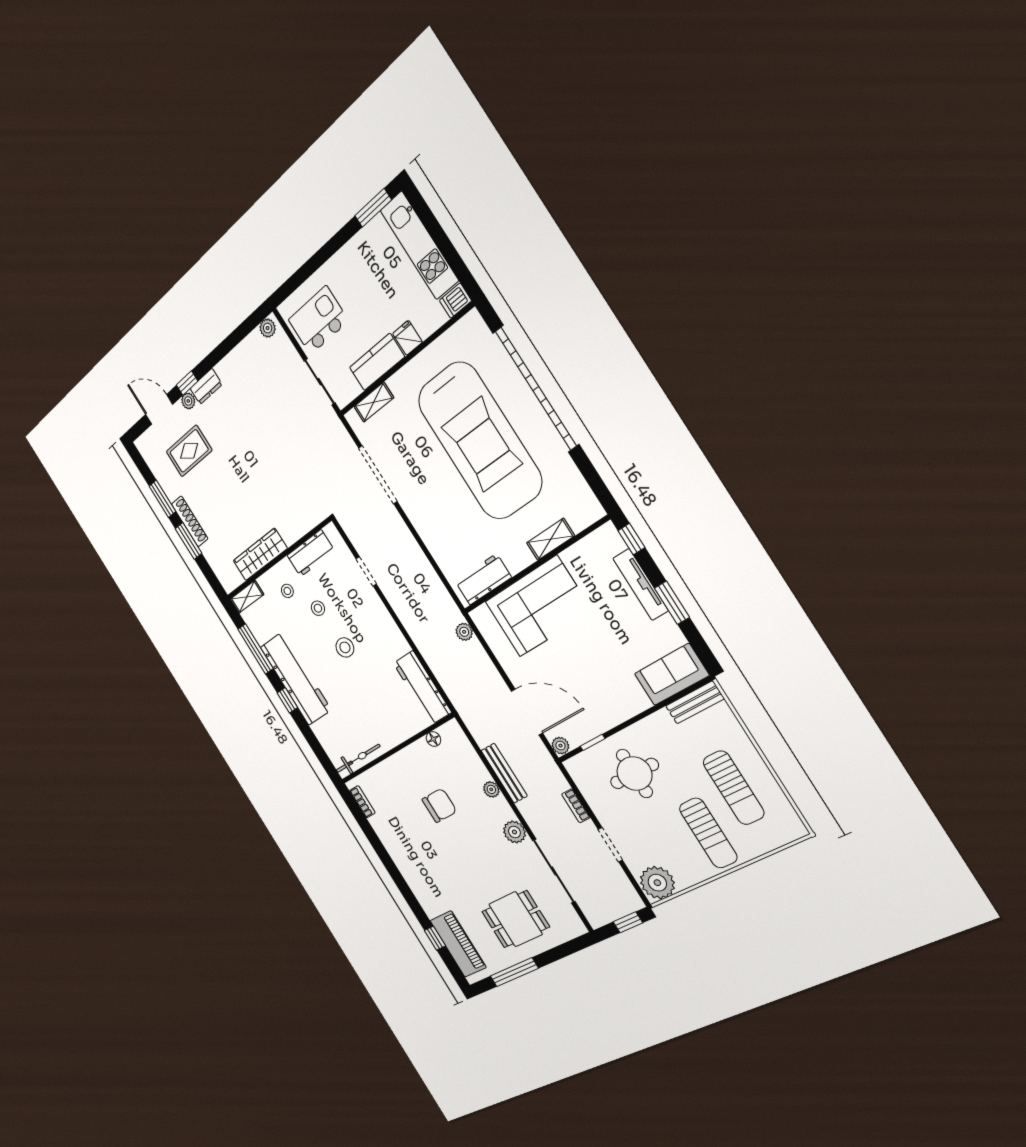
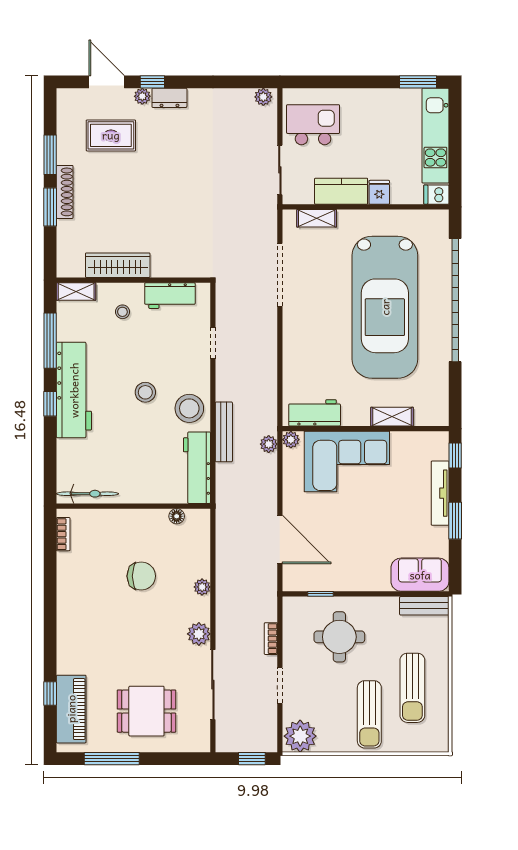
stool: (318, 608) -> (189, 408), moved, width x1.89, depth x1.89
plant: (560, 746) -> (291, 440), moved
bench: (504, 773) -> (224, 432), moved

